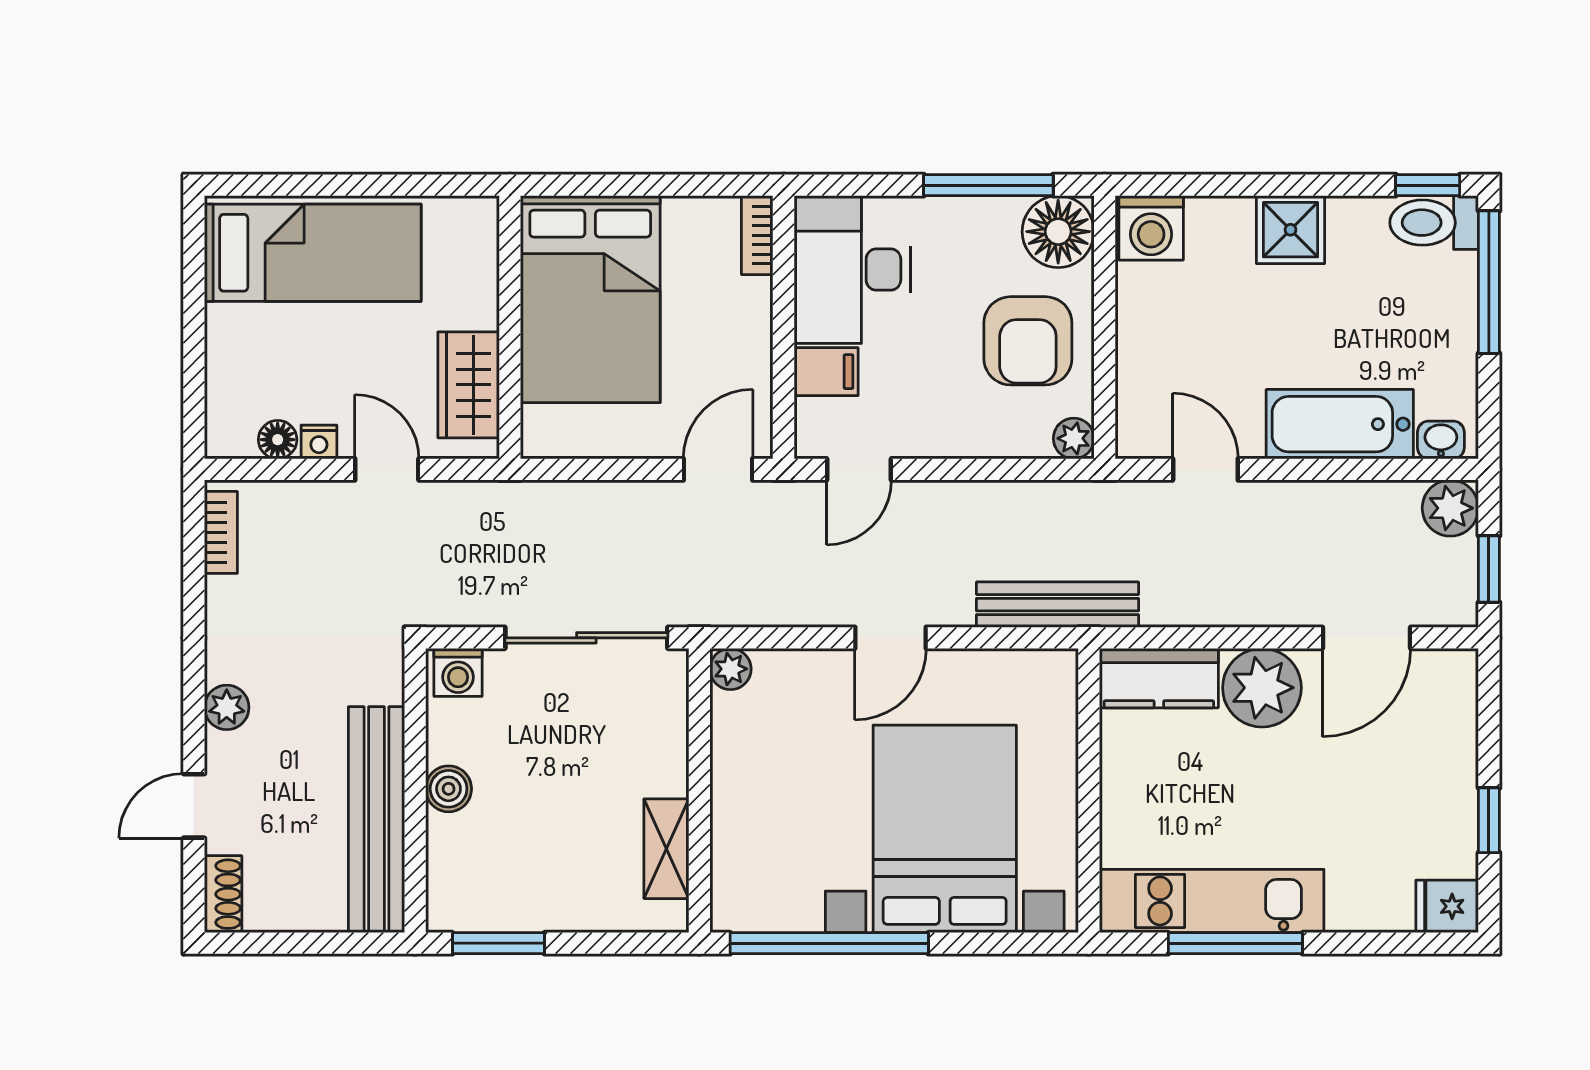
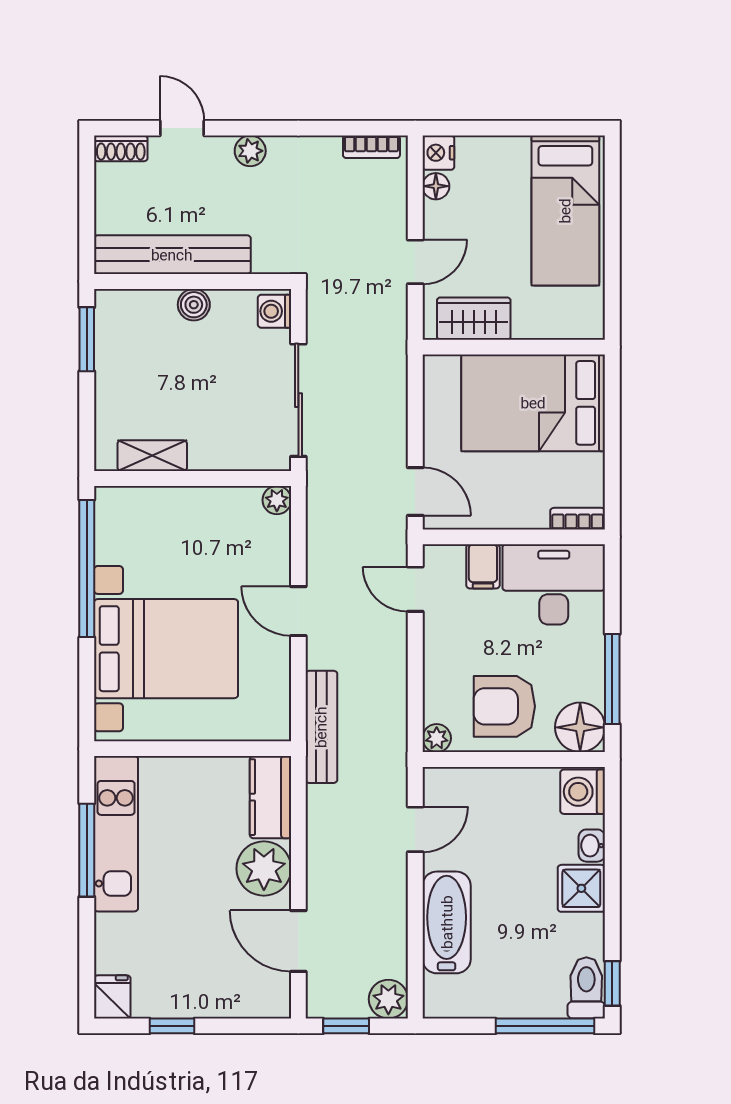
washbasin: (1441, 440) -> (592, 846), moved, turned 180
nightstand: (319, 442) -> (438, 153), moved, width x1.39, depth x1.35

